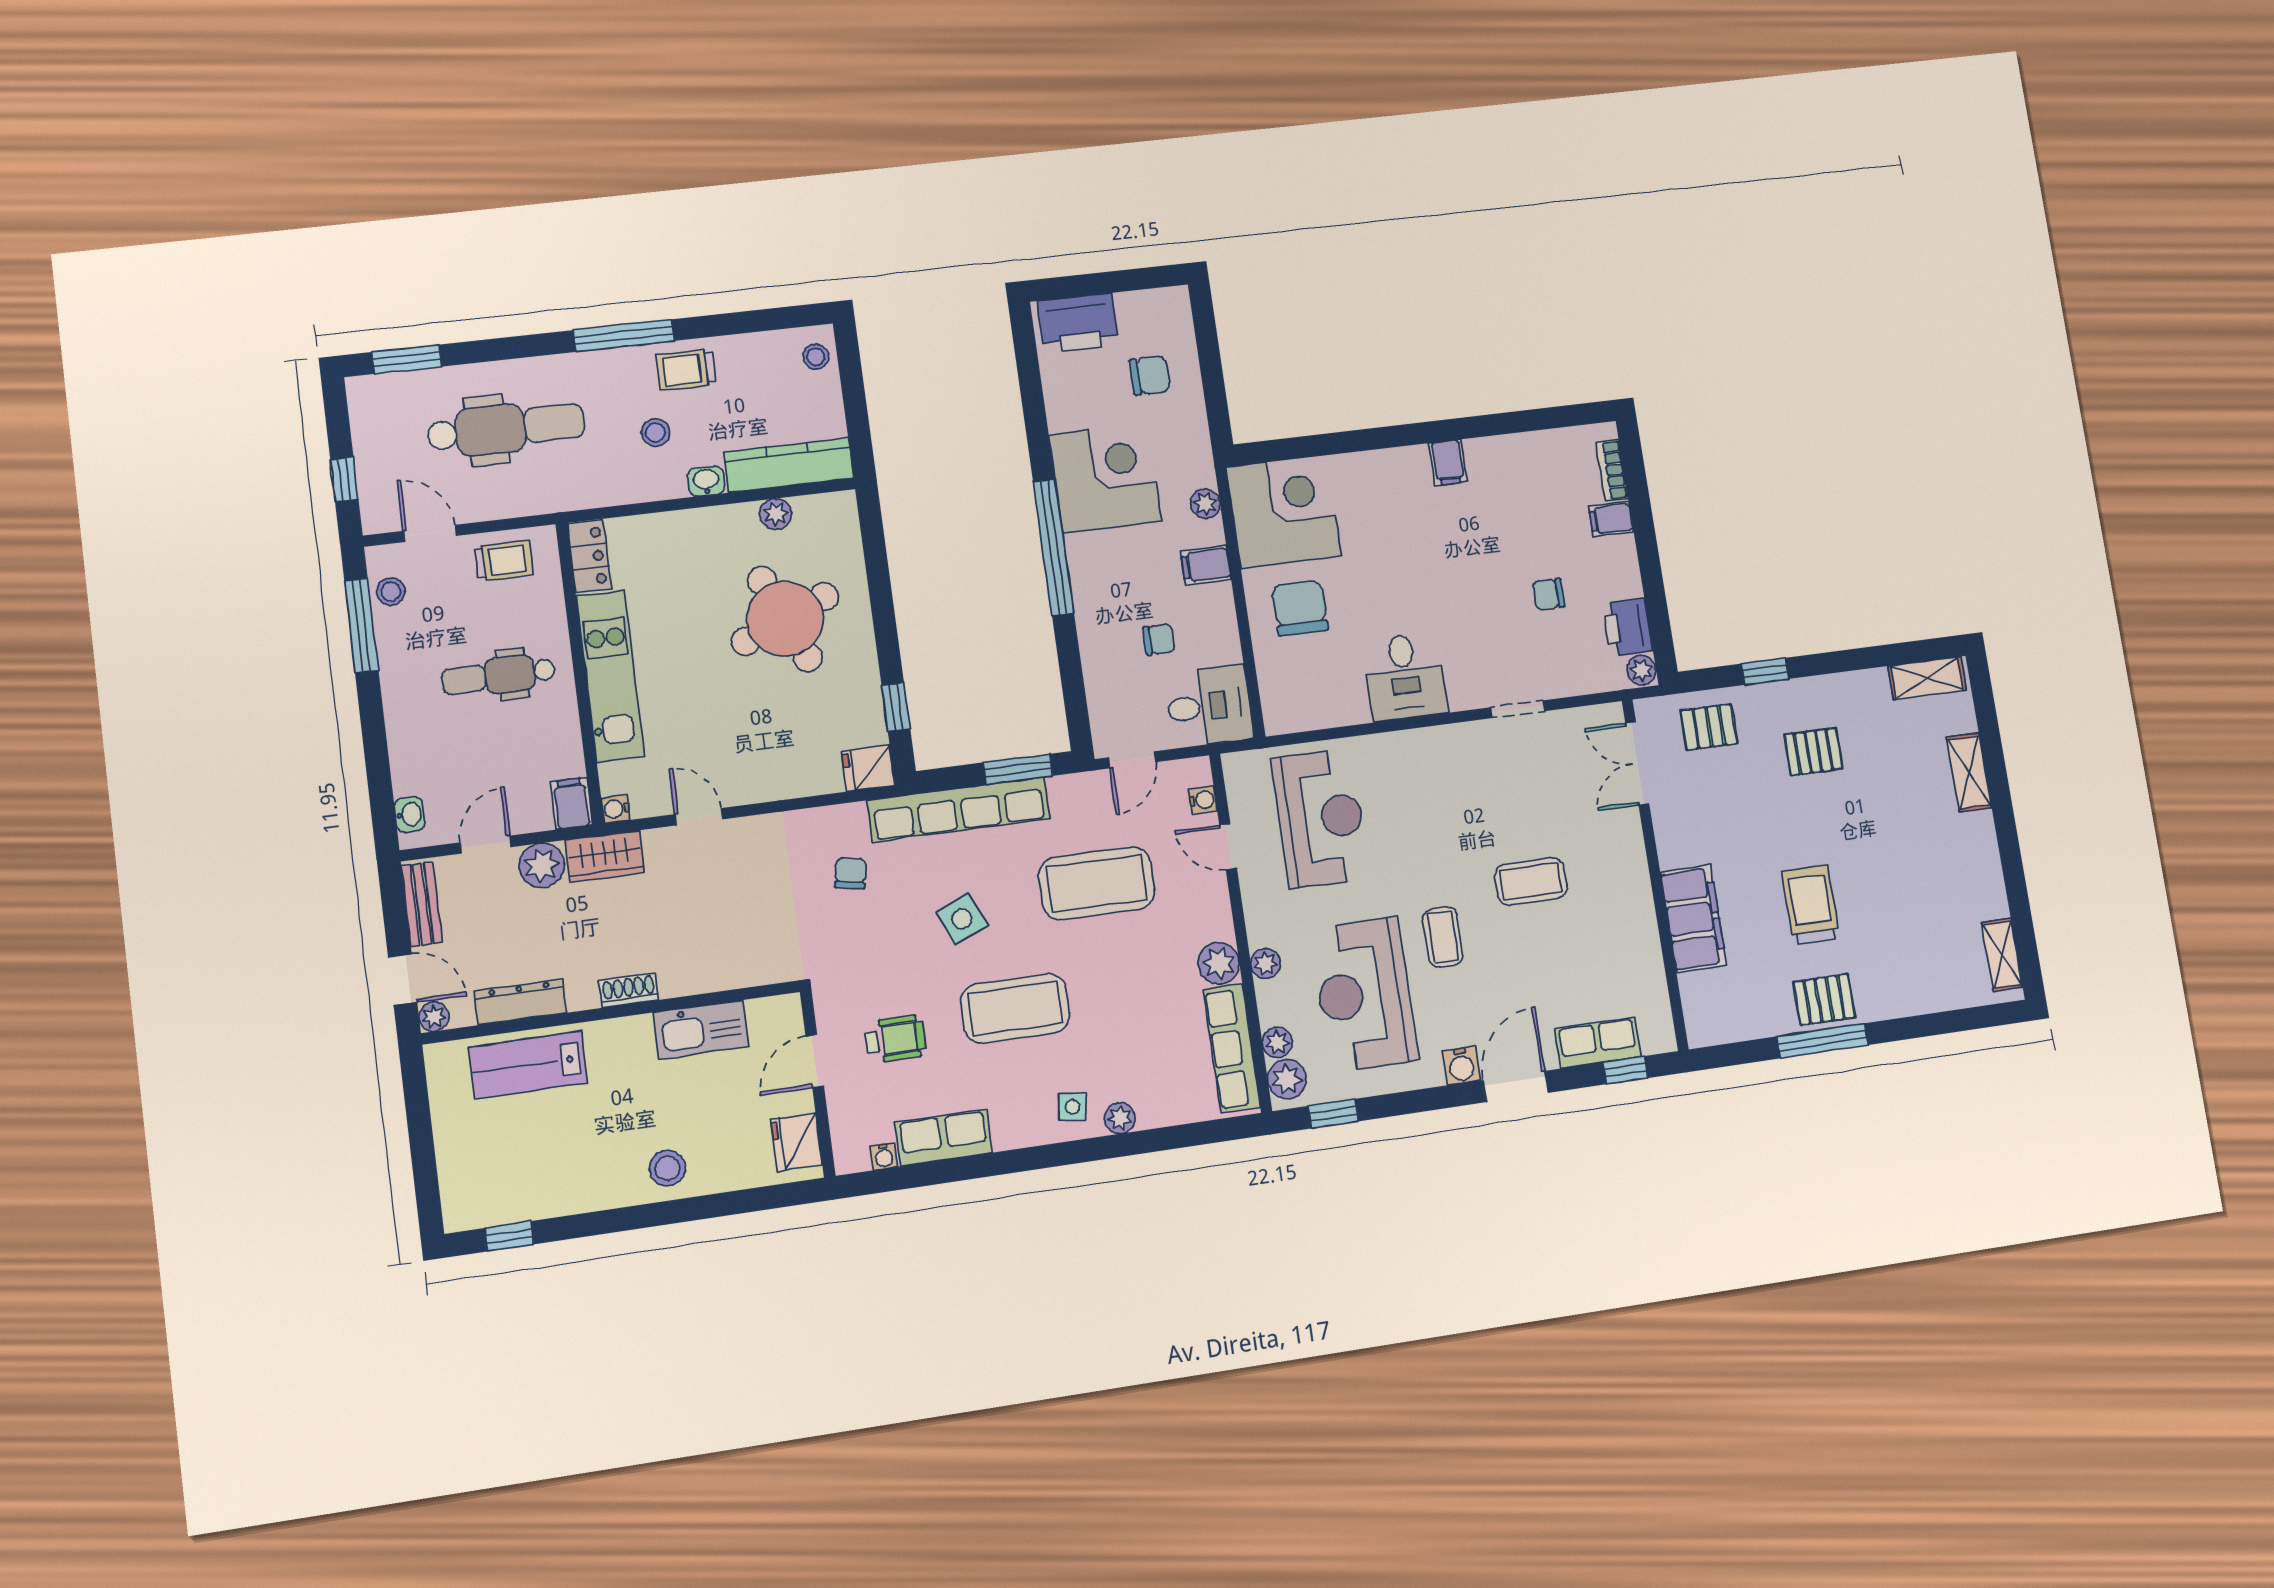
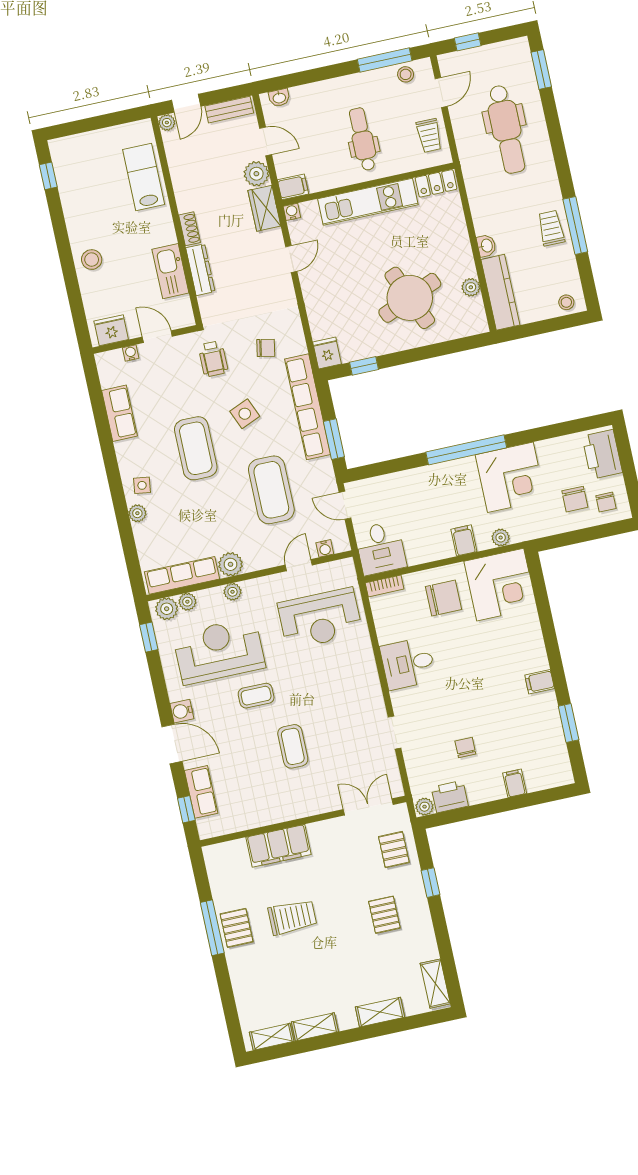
window: (624, 336) -> (575, 225), moved
window: (1518, 422) -> (569, 723), added
stool: (656, 432) -> (512, 214), removed
bookcase: (1612, 470) -> (385, 586), moved, turned 180
chair: (1159, 639) -> (606, 502), moved
shelving: (1989, 882) -> (315, 1027), added
dresser: (520, 1002) -> (200, 270), moved
wheelchair: (895, 1039) -> (213, 359), moved
water cooler: (884, 1156) -> (131, 353), moved, turned 90

